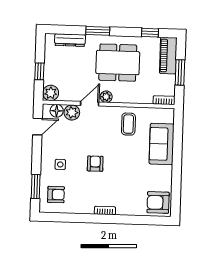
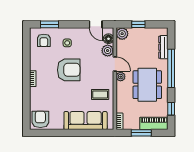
window: (98, 31) -> (171, 68), width x2.11
sofa: (162, 144) -> (86, 121), width x1.36
armchair: (95, 164) -> (69, 70), width x1.88, depth x1.88

